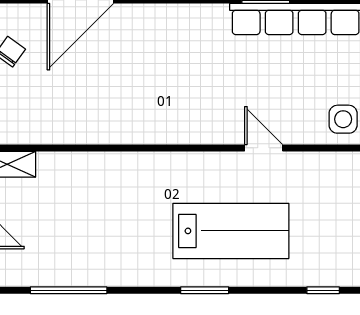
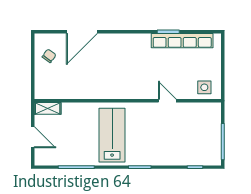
lab bench: (231, 231) -> (112, 135), moved, turned -90

